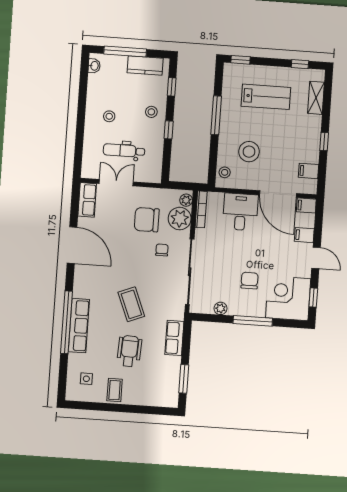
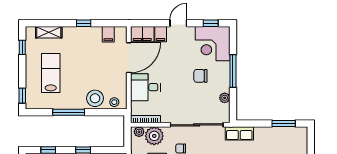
stool: (249, 152) -> (95, 98), moved
filing cabinet: (306, 205) -> (142, 34), width x2.00
row of seats: (174, 338) -> (239, 133), moved

